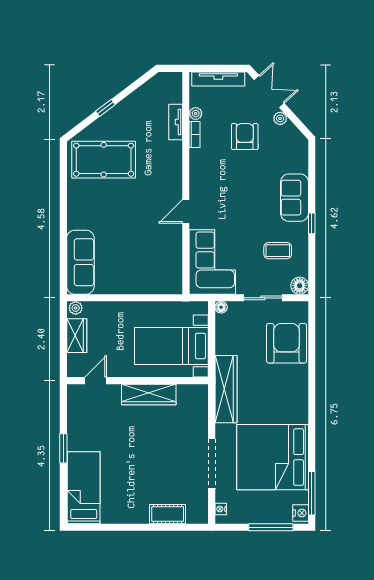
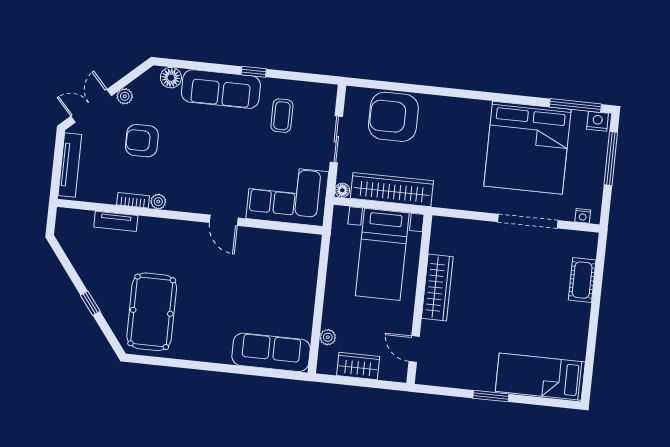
plant: (196, 113) -> (158, 202), moved
sofa: (294, 198) -> (221, 89), width x1.36
floor lamp: (300, 286) -> (171, 78), moved
plant: (76, 308) -> (328, 337), moved
wardrobe: (226, 389) -> (392, 190), moved

